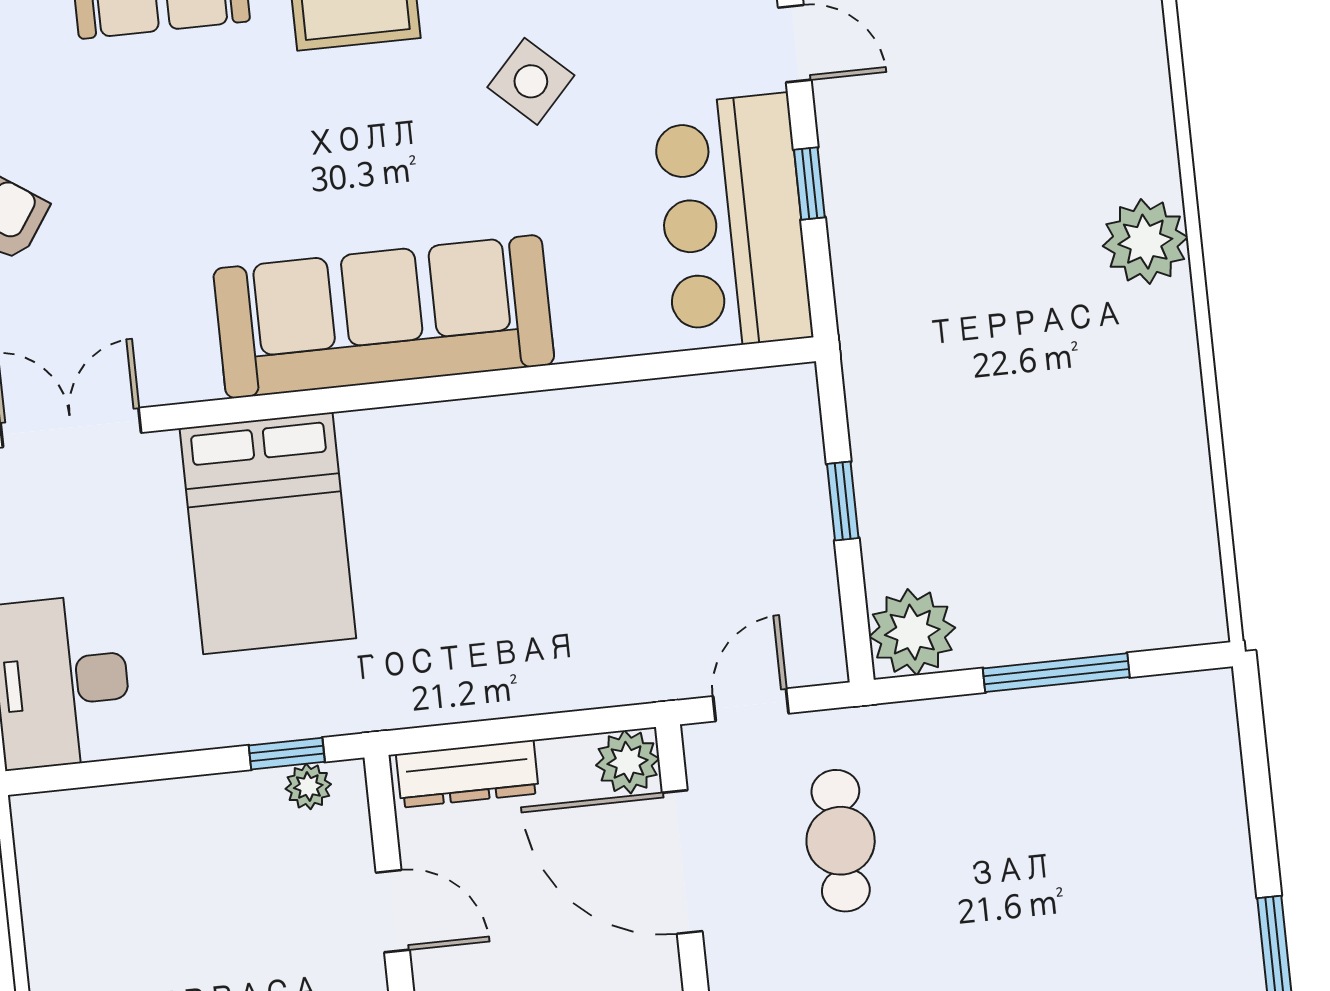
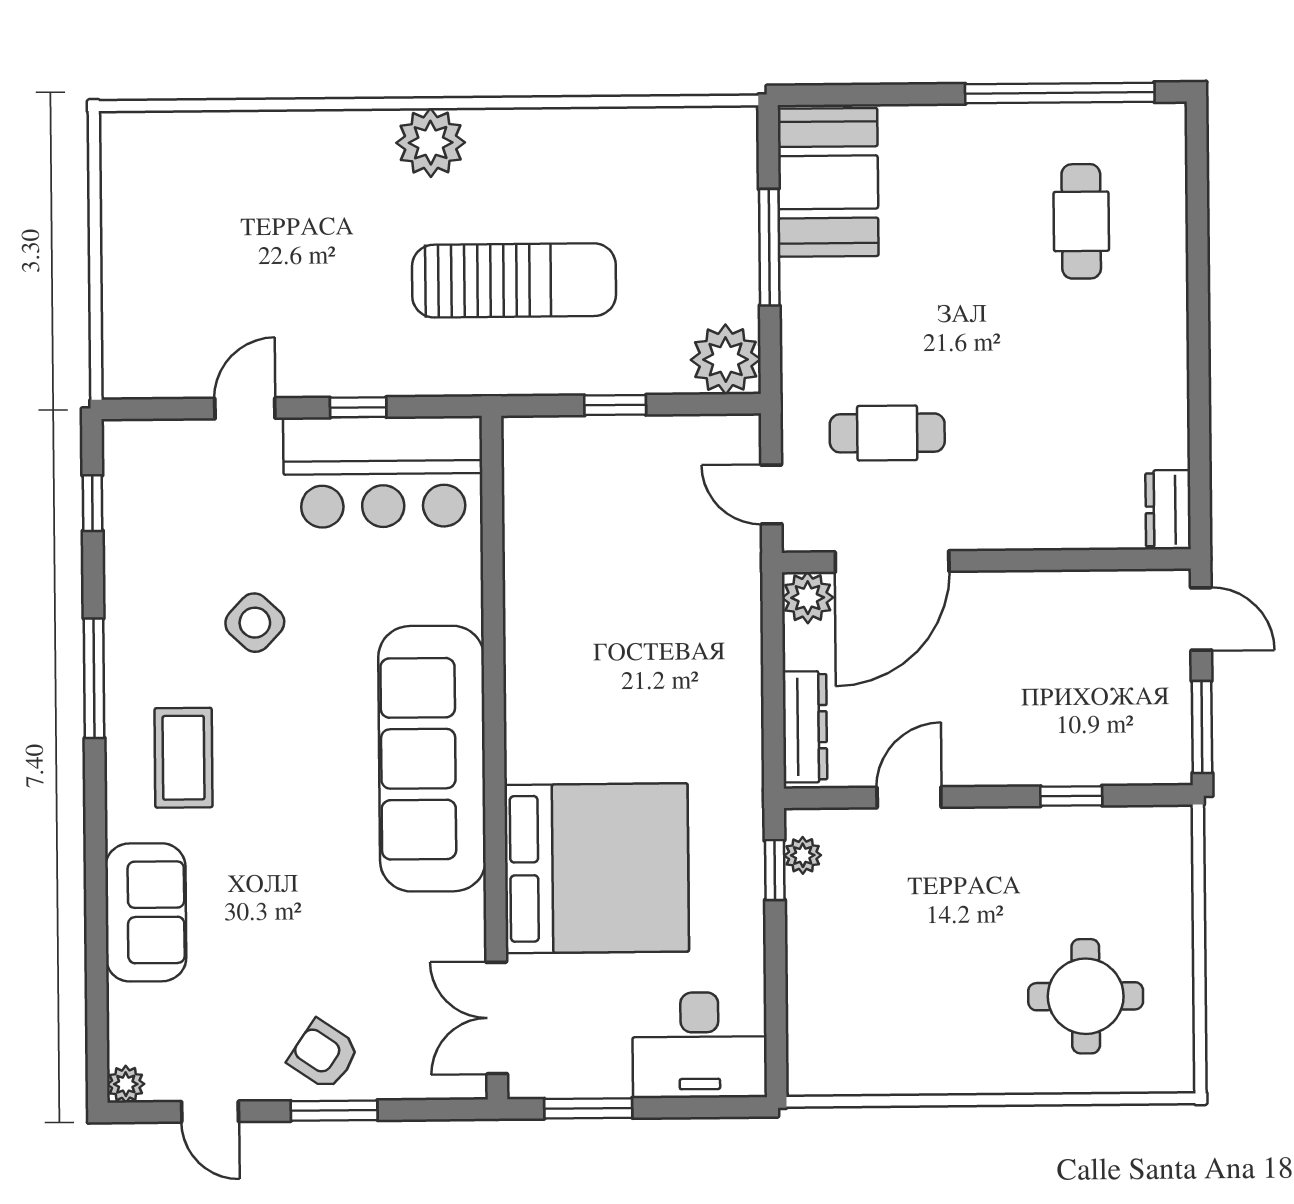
sun lounger: (985, 361) -> (514, 280), added
bed: (268, 533) -> (597, 868), width x1.36
booth: (1143, 738) -> (828, 182), added

